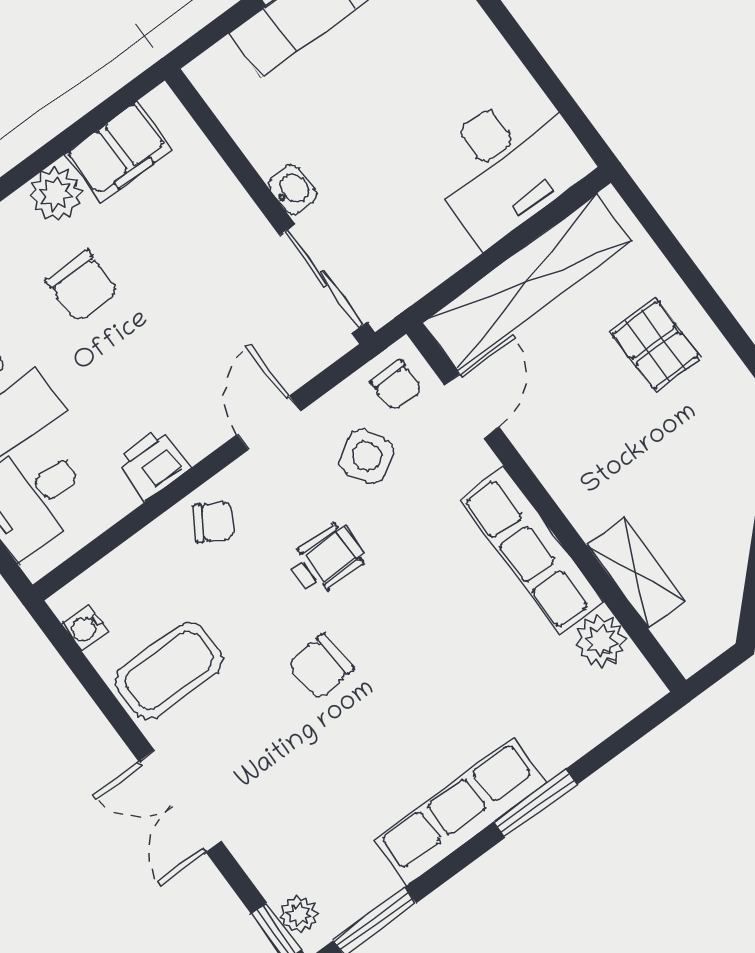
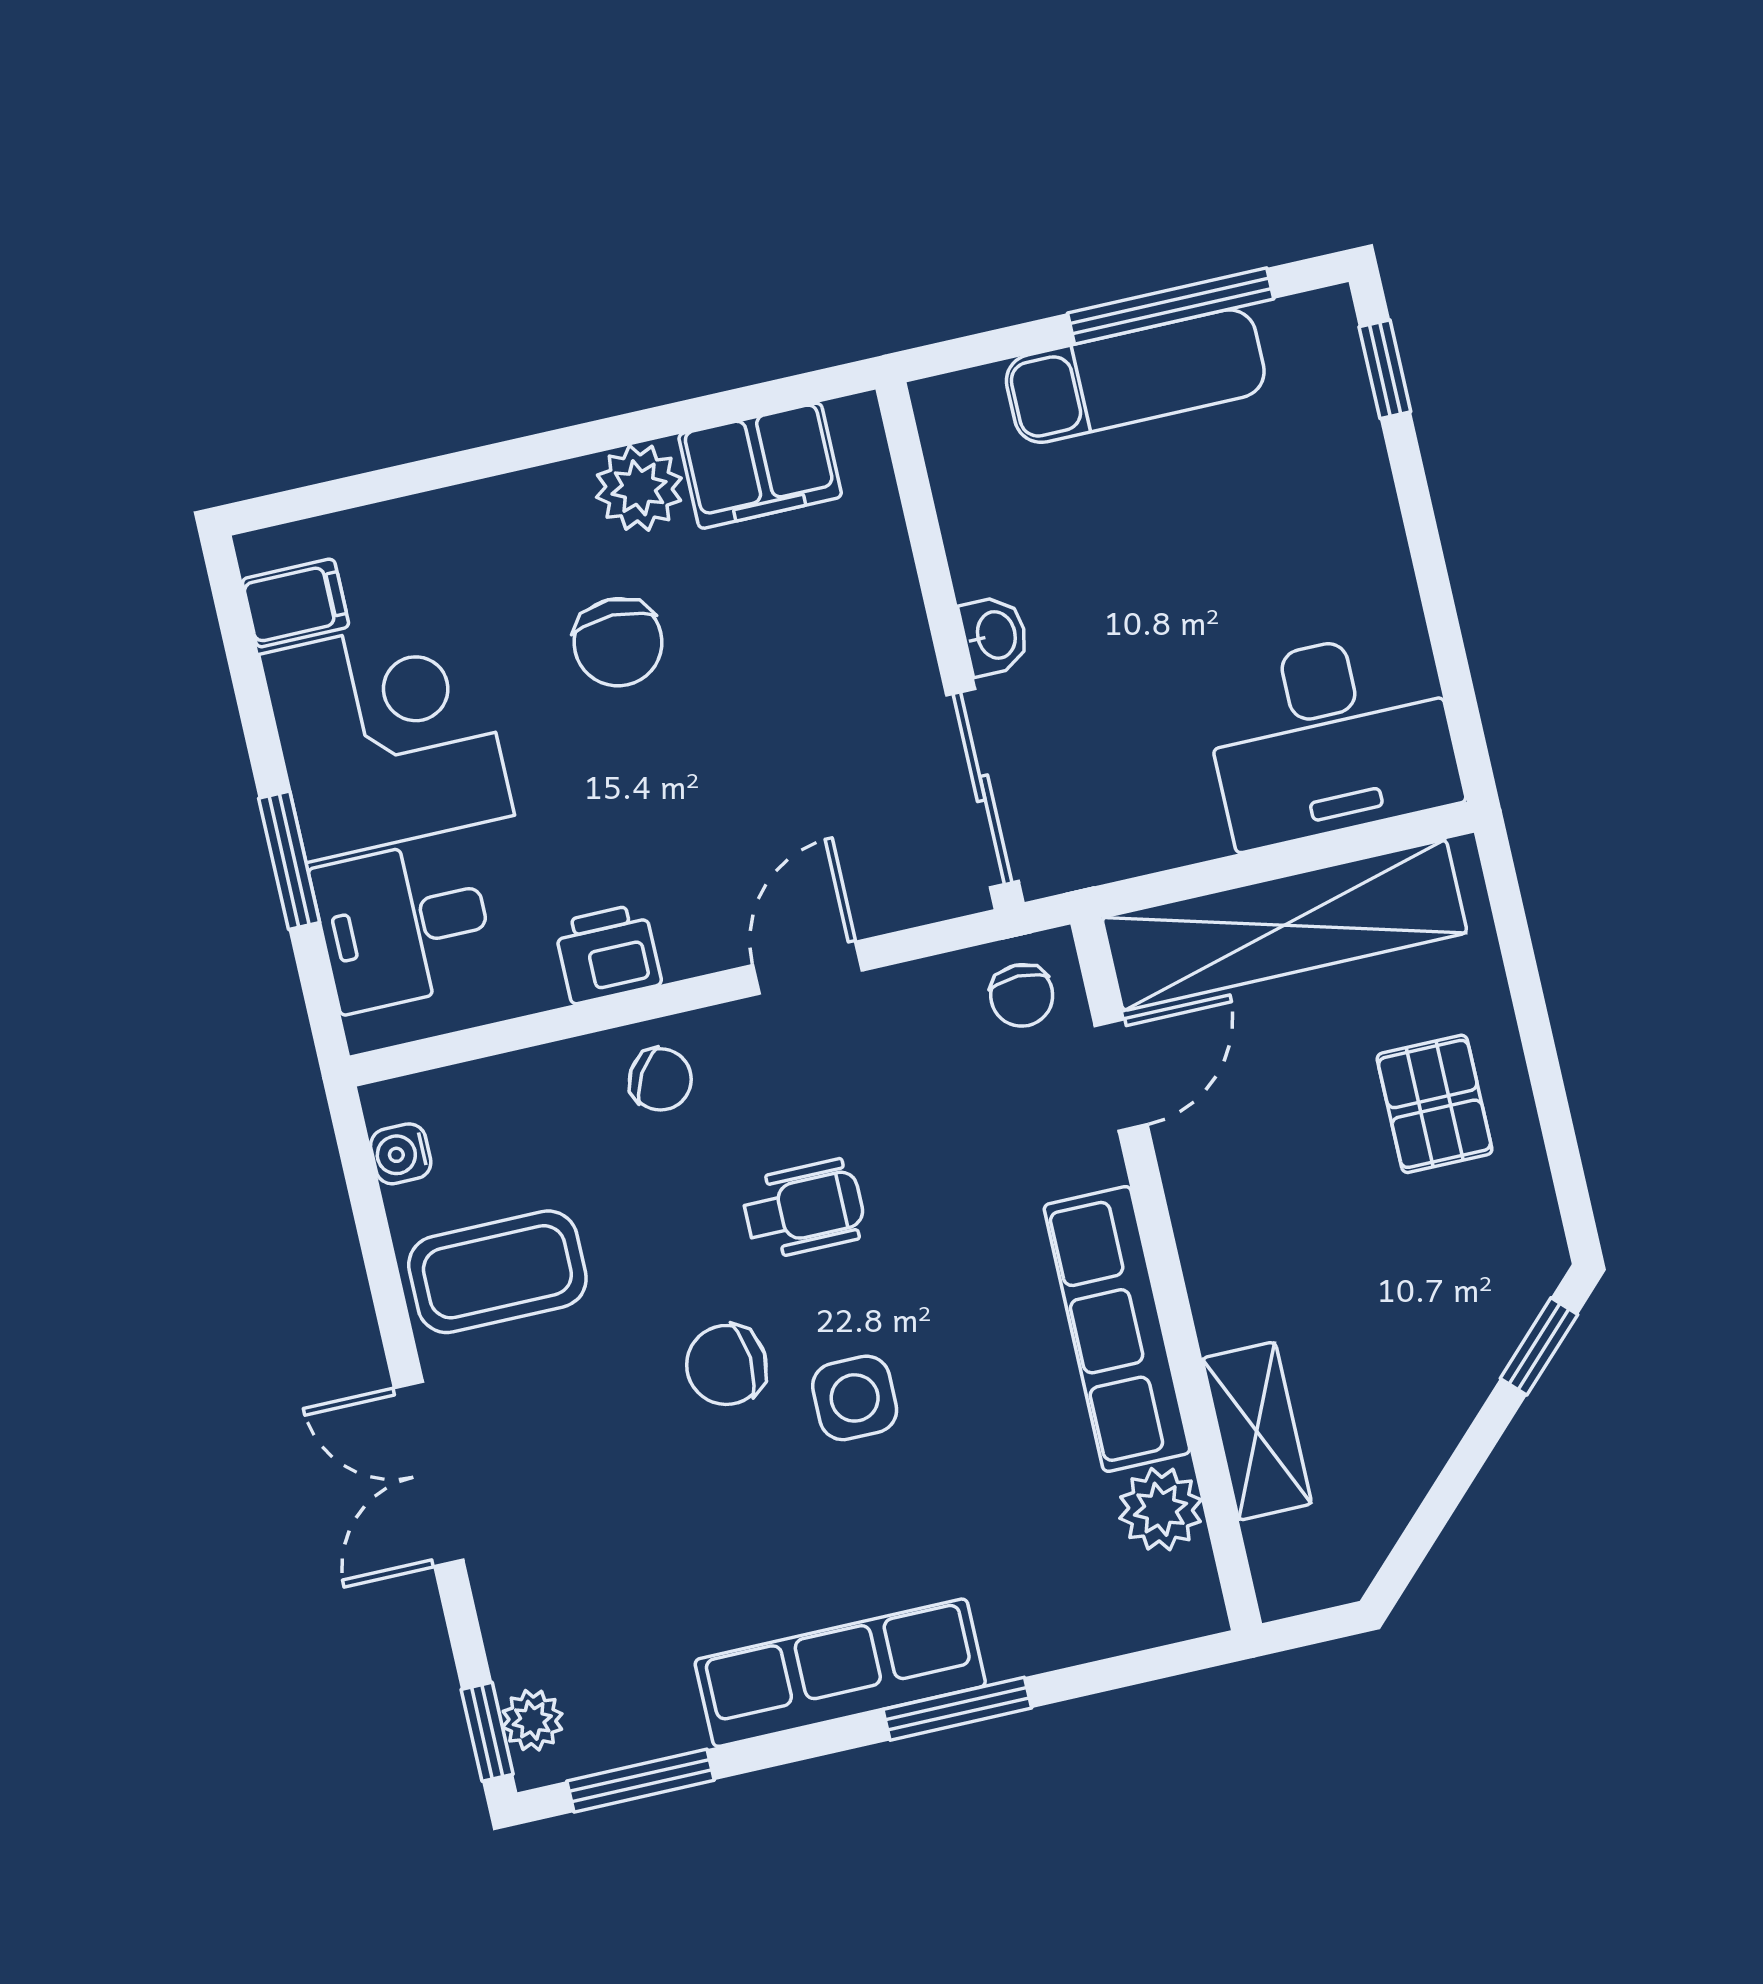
side table: (366, 456) -> (855, 1398), moved, turned 30

